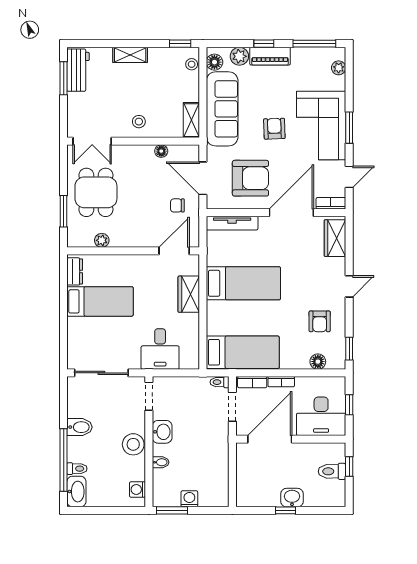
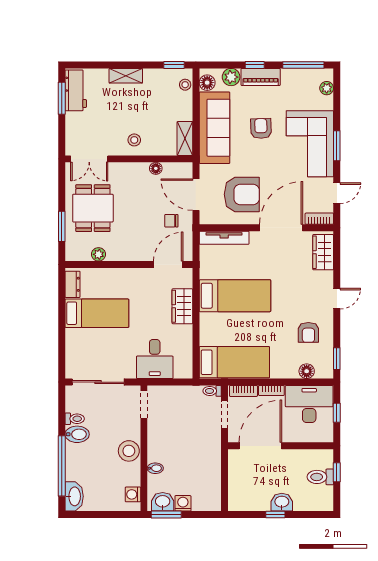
armchair: (274, 129) -> (261, 129), moved
desk: (321, 416) -> (309, 404), moved, turned 180
washbasin: (162, 432) -> (163, 502), moved, turned -90
toilet: (77, 469) -> (75, 419), moved

